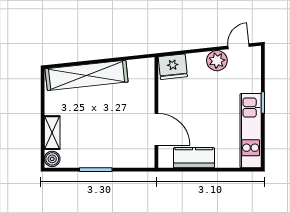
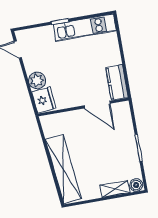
plant: (217, 61) -> (37, 81), moved
door: (156, 129) -> (97, 105), swing flipped
kitchen counter: (194, 158) -> (117, 83), moved

